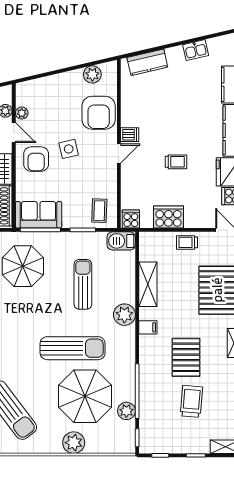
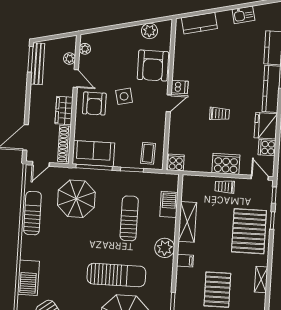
plant: (22, 113) -> (85, 49), moved
cooker: (168, 217) -> (226, 164), moved
barbecue: (121, 241) -> (169, 204), moved, turned 90

